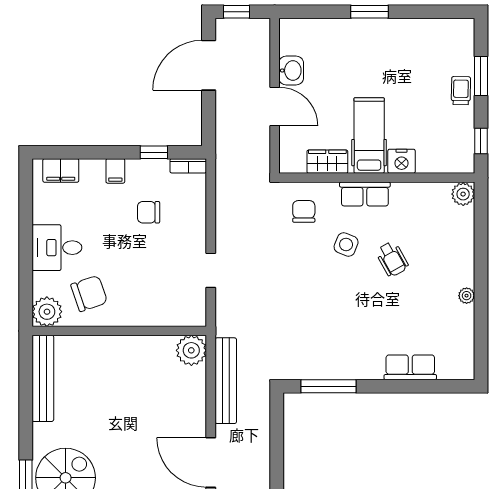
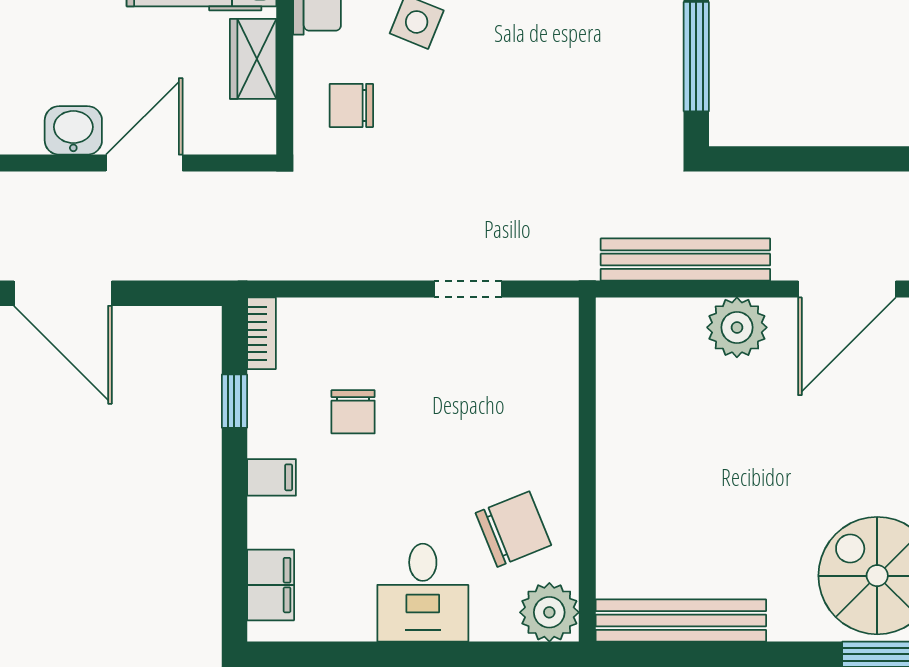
chair: (89, 293) -> (513, 529), turned 87
plant: (191, 350) -> (737, 327), moved

